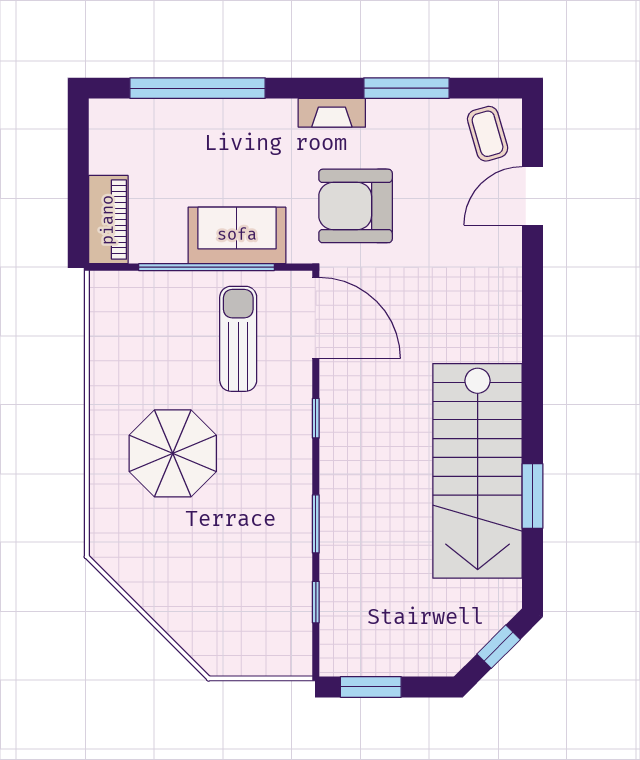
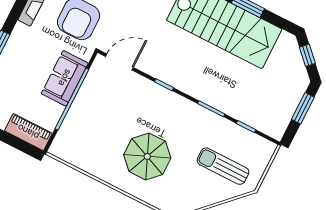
door: (316, 318) -> (119, 62), width x0.73
sun lounger: (238, 339) -> (223, 166), moved
window: (371, 687) -> (303, 108), moved

